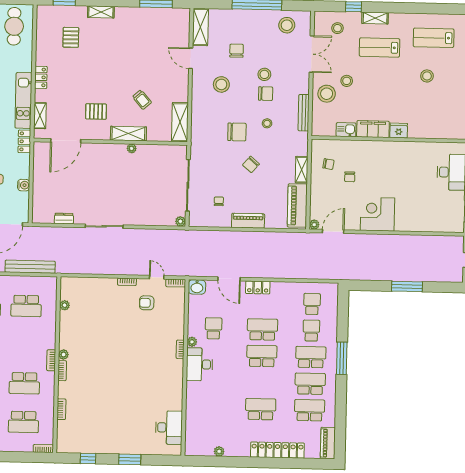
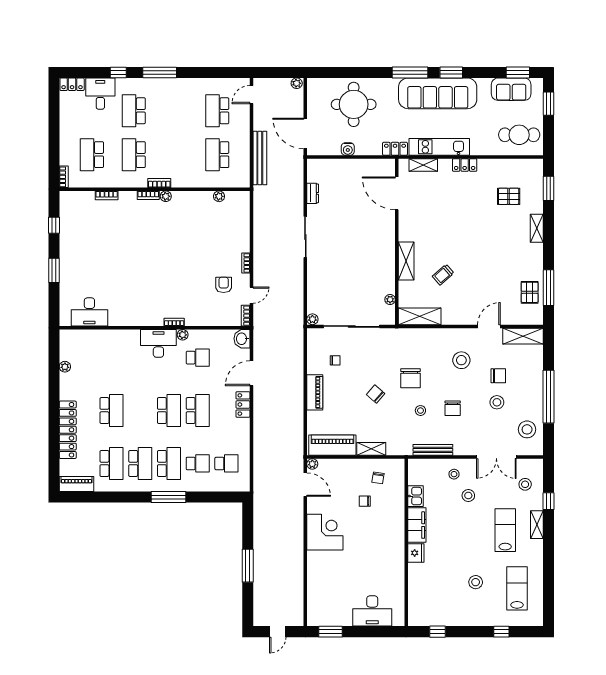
stool: (264, 74) -> (497, 402), moved
stool: (327, 94) -> (454, 474), width x0.53, depth x0.53
pallet: (96, 111) -> (530, 292), moved
plant: (132, 148) -> (390, 299), moved

